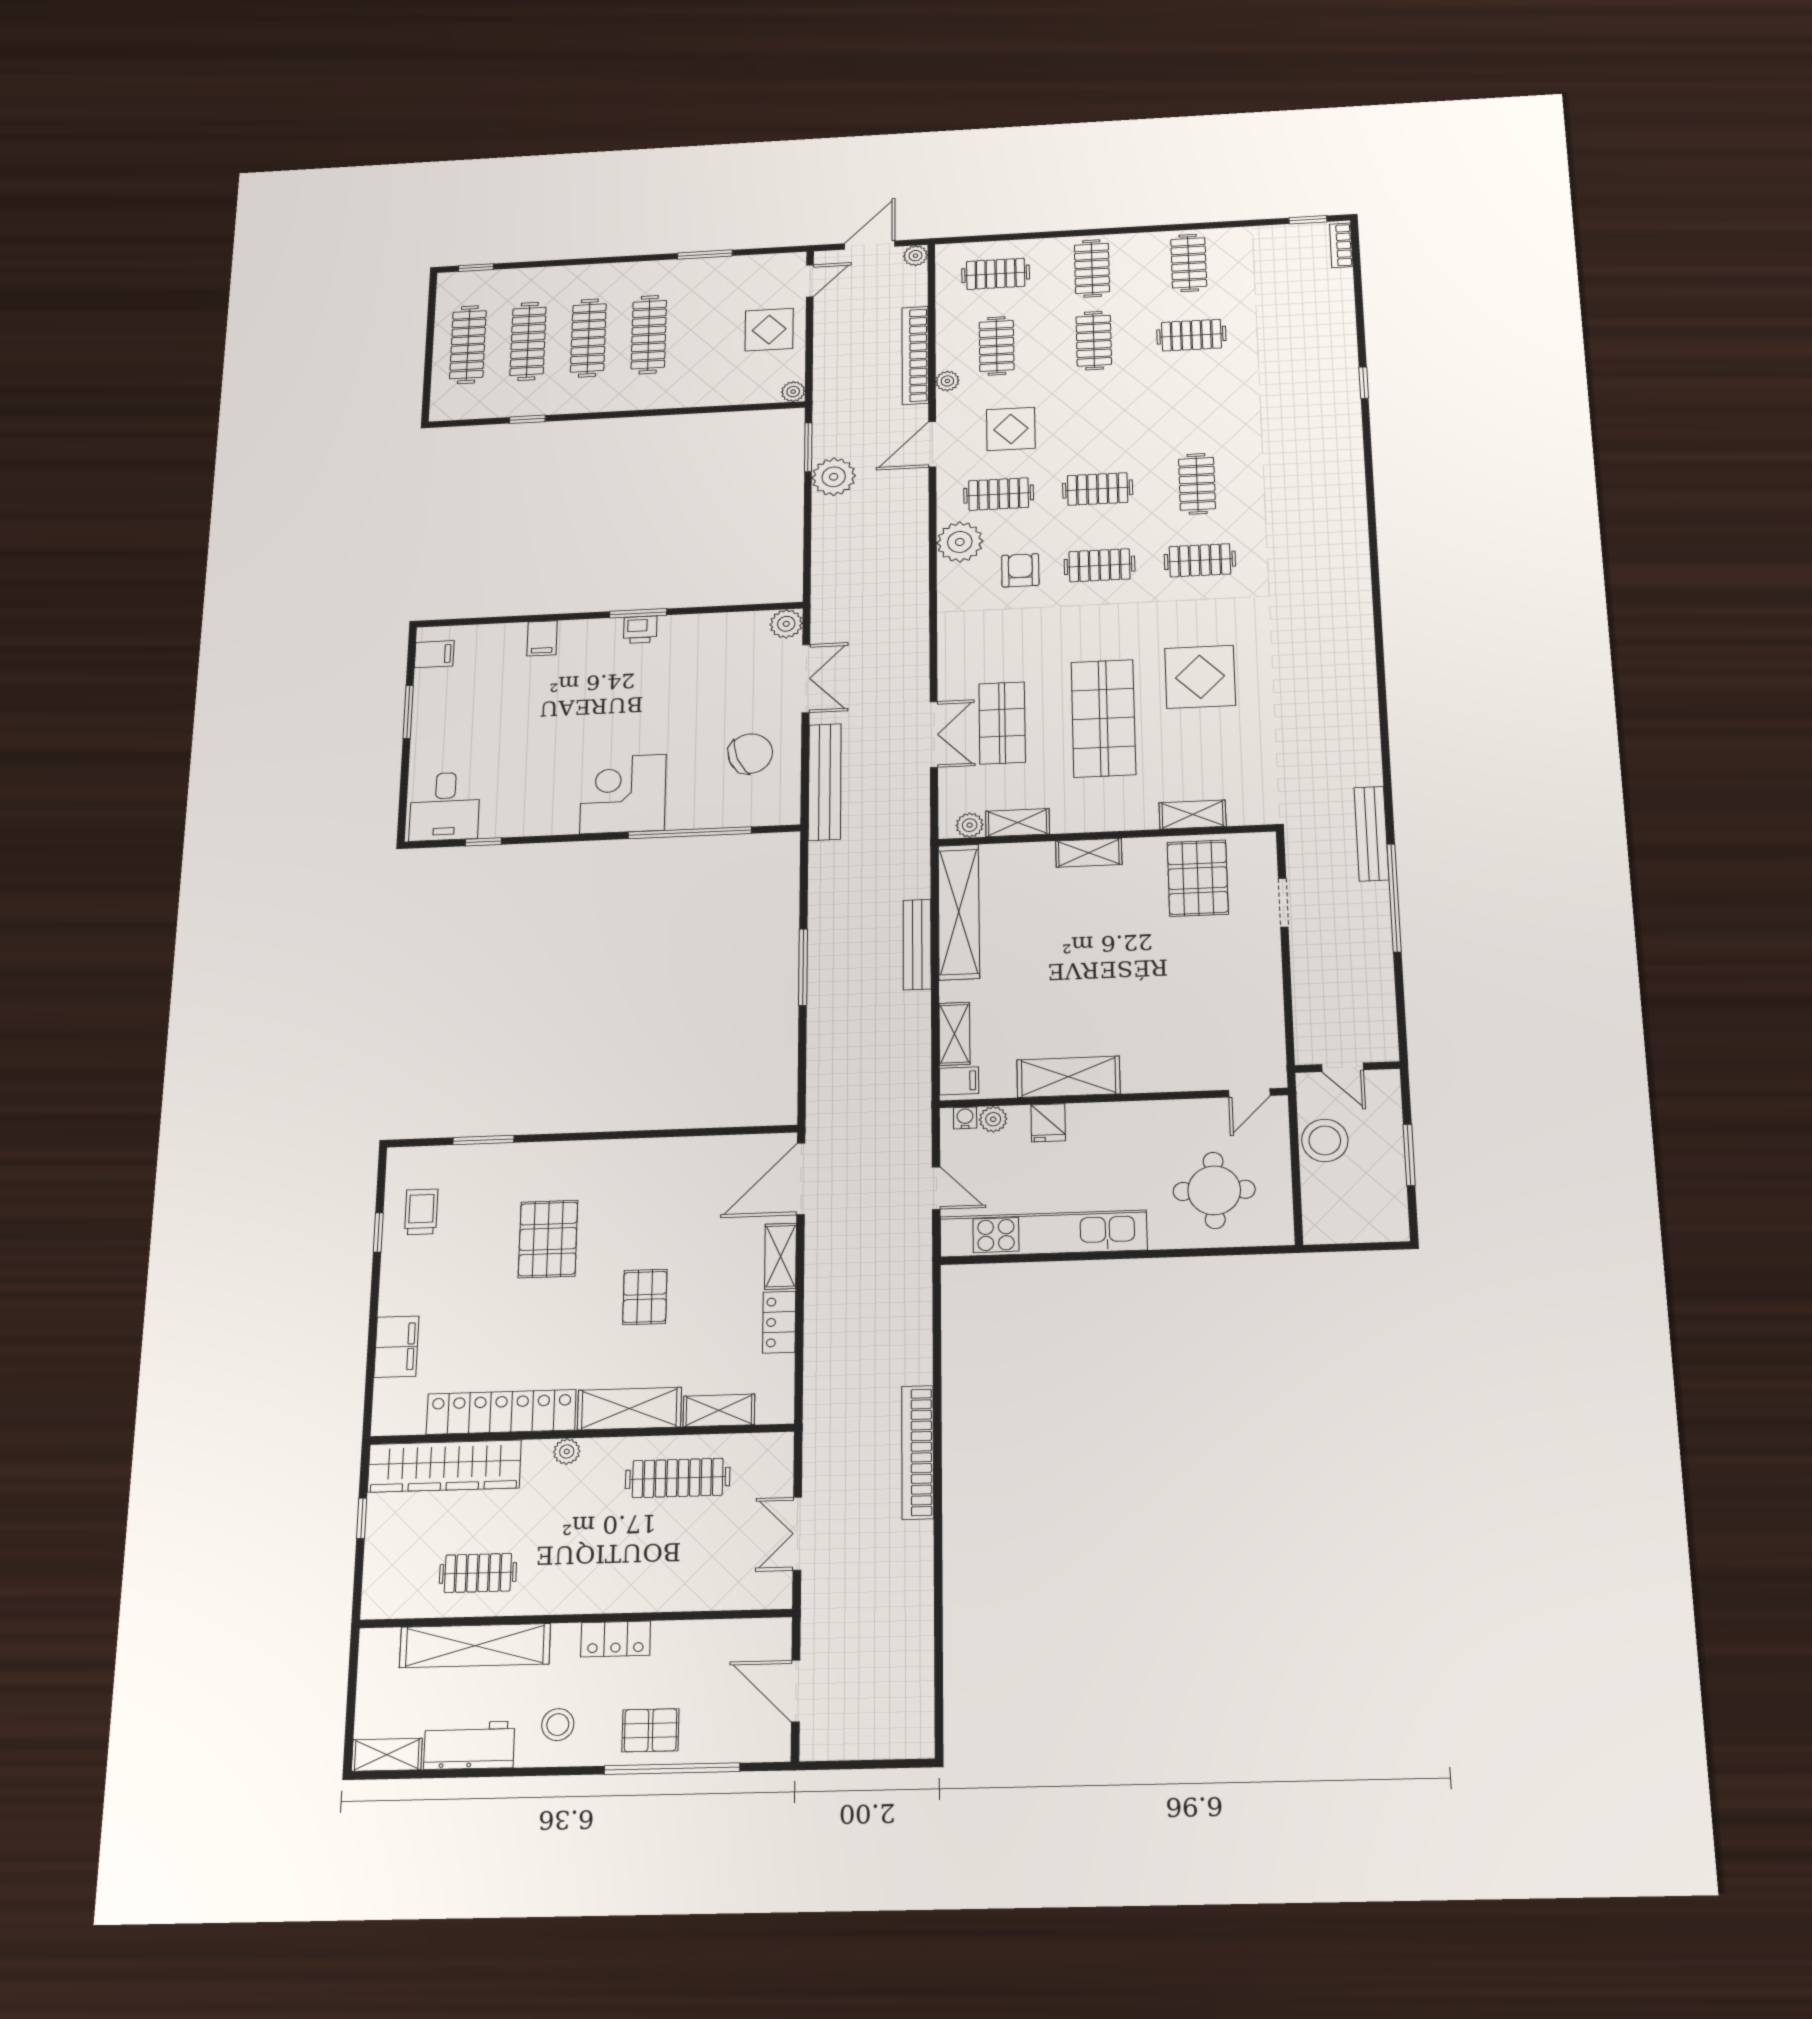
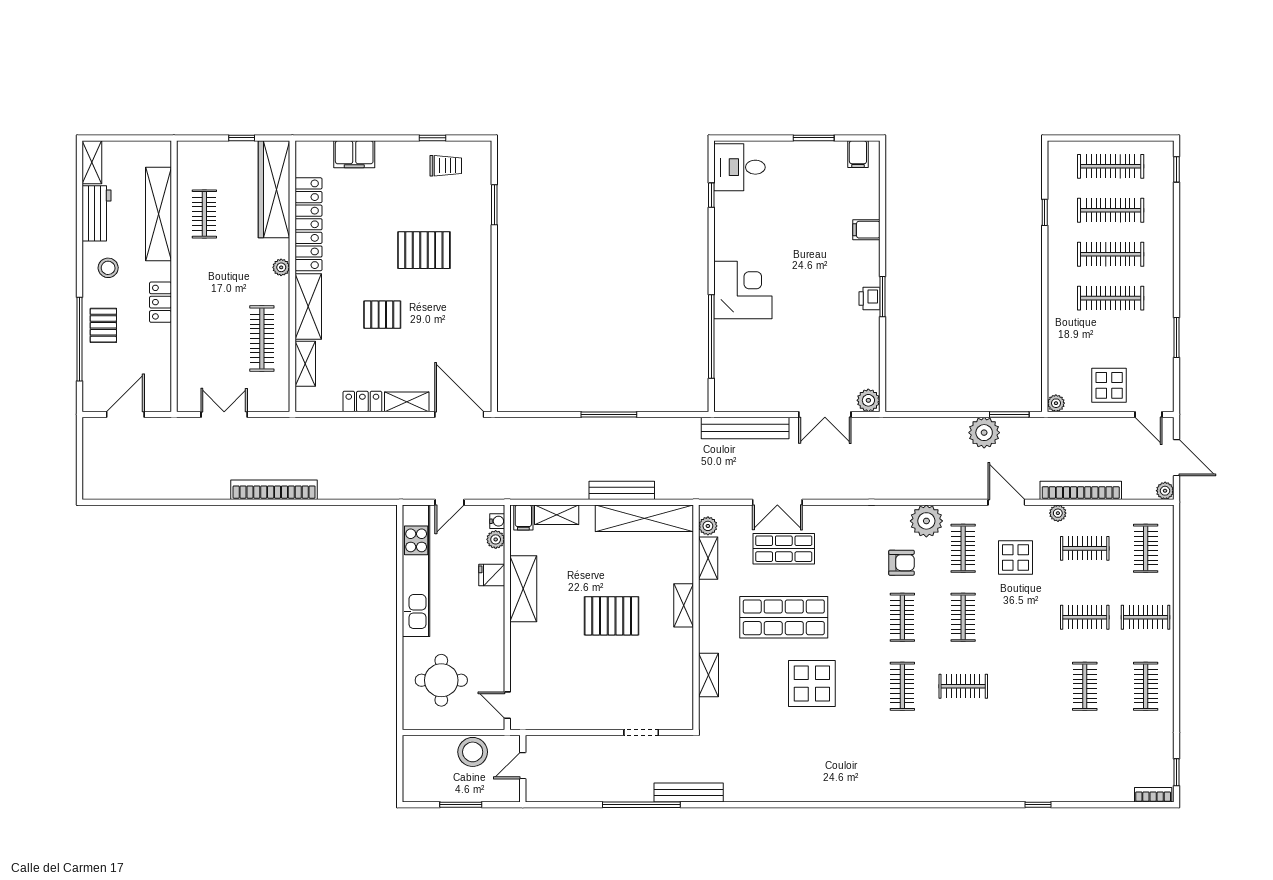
clothes rail: (1189, 263) -> (1146, 686), turned 90
chair: (750, 754) -> (769, 377), removed
pallet: (1198, 878) -> (612, 616), moved

